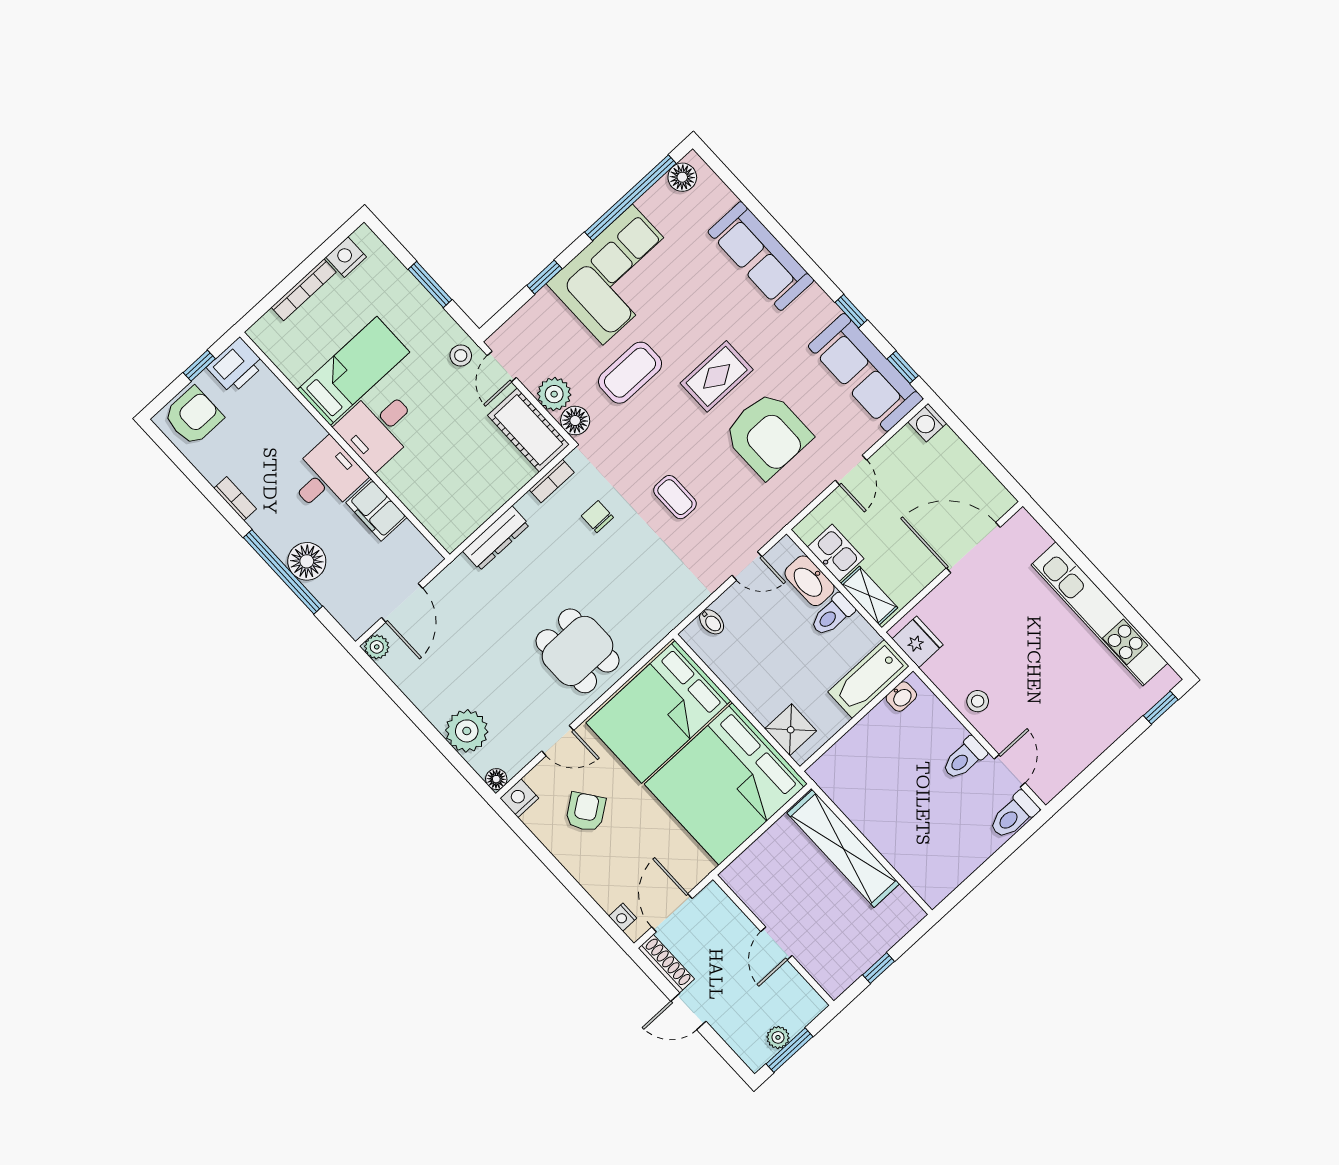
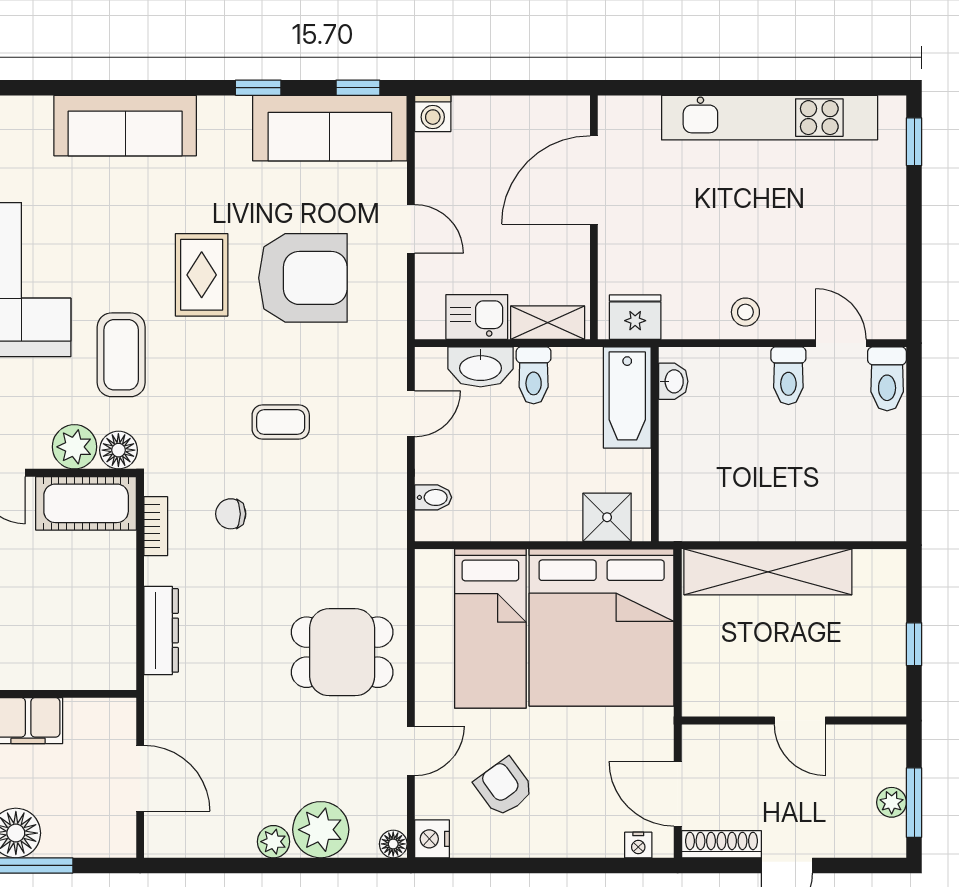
plant: (377, 647) -> (273, 842), moved
bed: (658, 712) -> (490, 629), width x0.67

